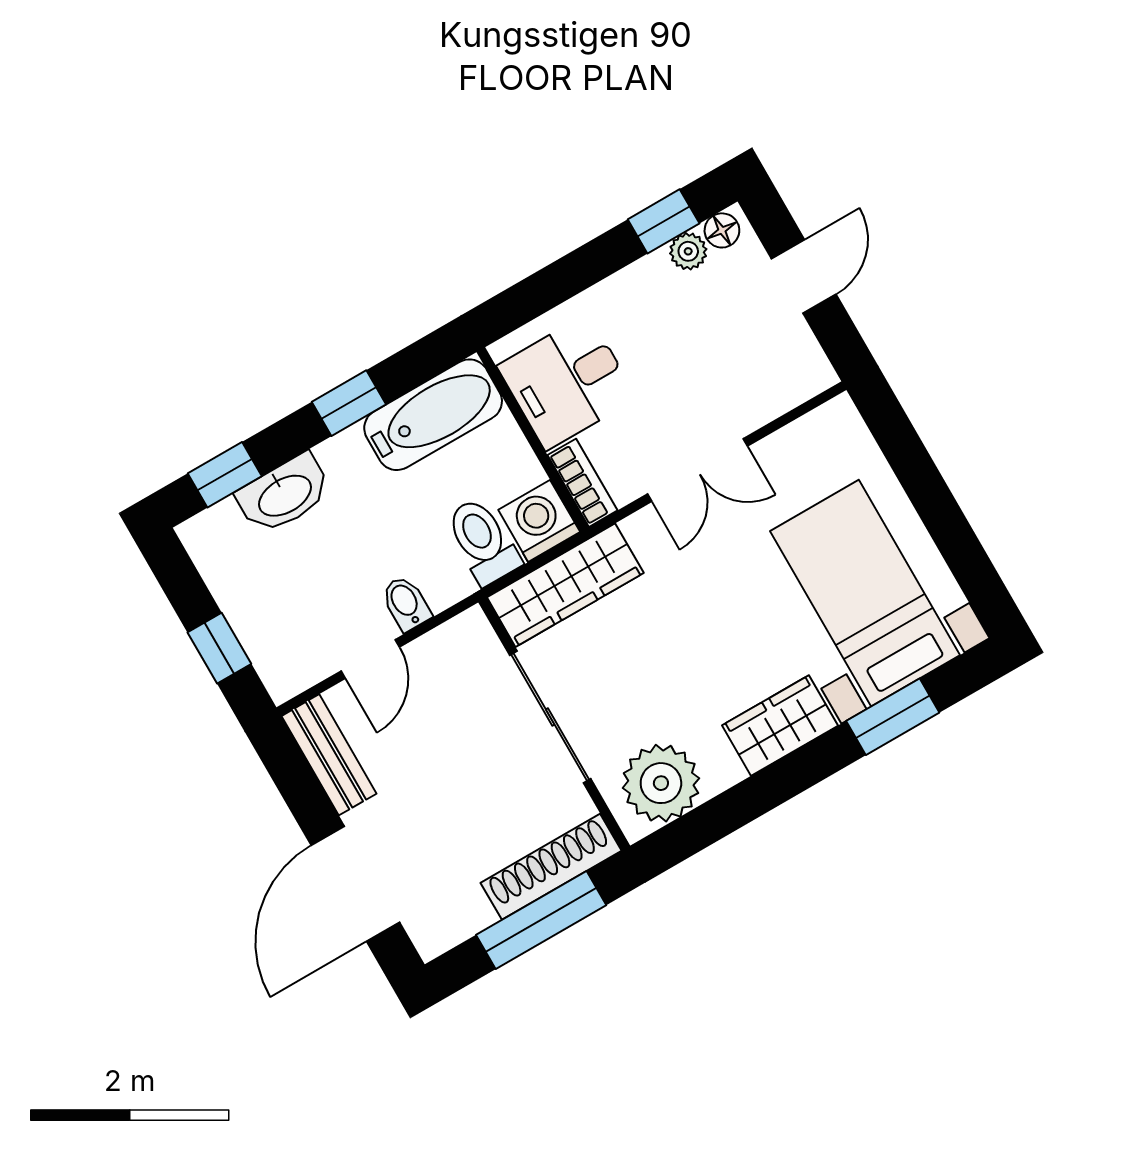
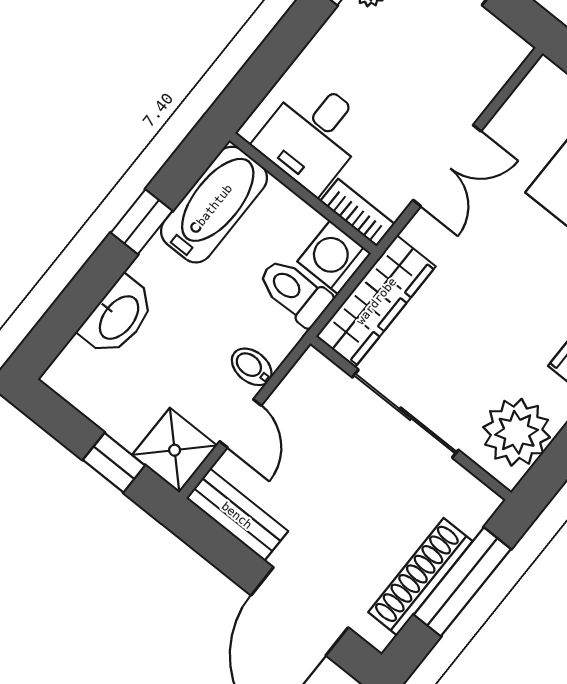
window: (225, 475) -> (63, 320), removed
shower: (289, 660) -> (175, 450), added
shoe rack: (551, 867) -> (420, 577), moved

